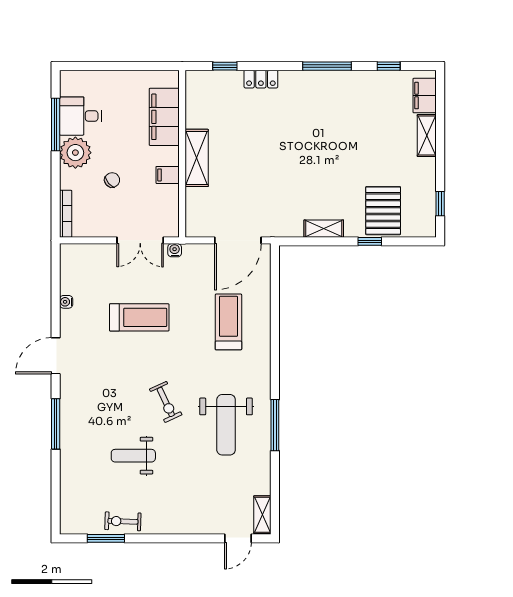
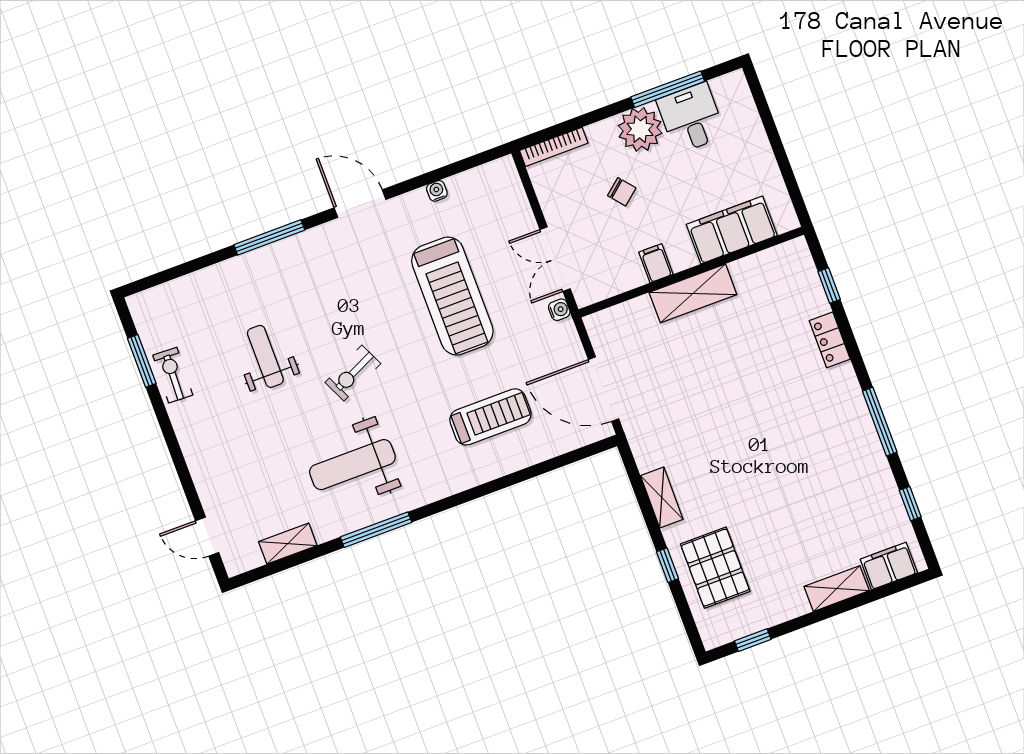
pallet: (383, 211) -> (715, 568), turned 90
treadmill: (139, 317) -> (452, 296), width x1.37, depth x1.38
shelving: (262, 515) -> (288, 544), moved

